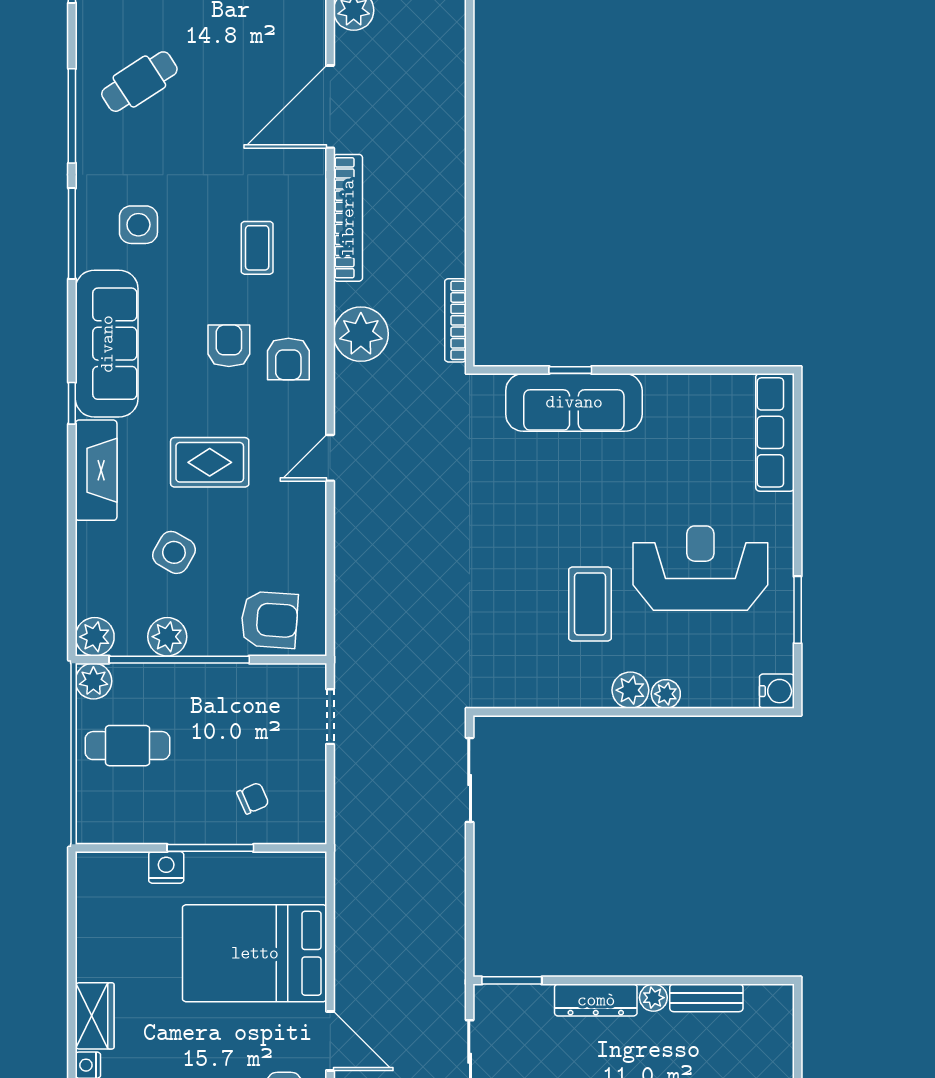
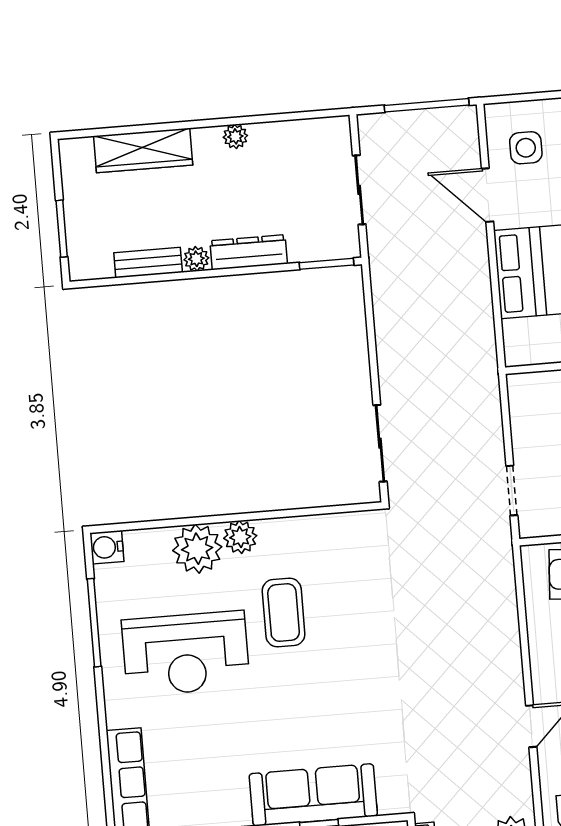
window: (798, 610) -> (94, 623), width x1.44
plant: (666, 694) -> (197, 549), width x1.87, depth x1.87
window: (798, 1043) -> (62, 229), added

